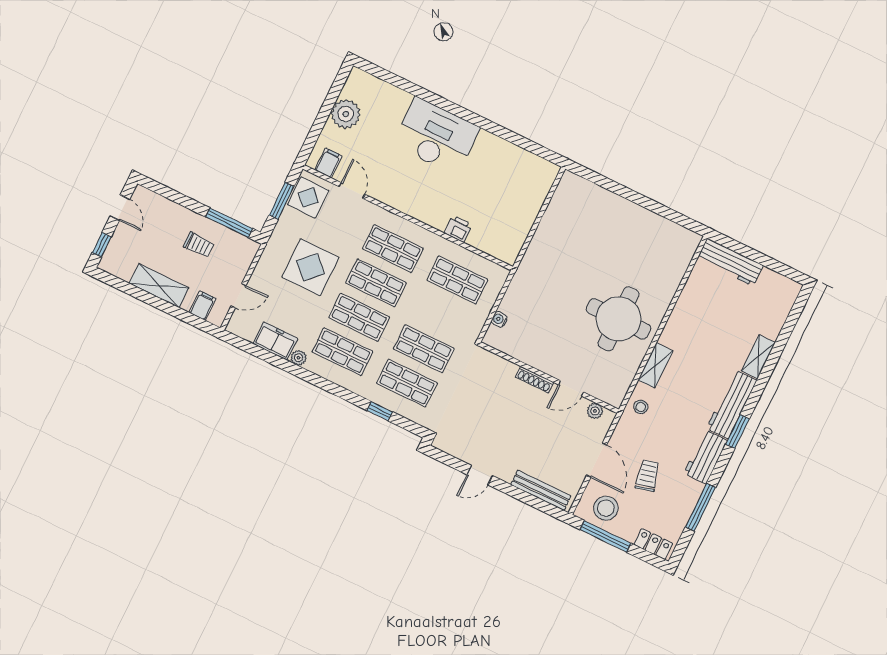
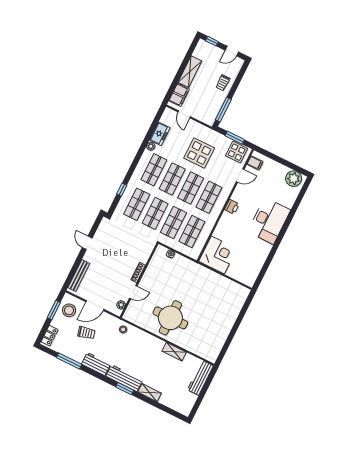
plant: (346, 114) -> (294, 179), moved
printer: (458, 229) -> (232, 207), moved
corner desk: (501, 231) -> (218, 255), added
trolley: (199, 245) -> (223, 83), moved
filing cabinet: (202, 306) -> (179, 95), width x2.00
shop shelf: (440, 314) -> (173, 222), added
shelving: (655, 365) -> (174, 352), moved
door: (571, 388) -> (133, 292), swing flipped
window: (737, 431) -> (125, 389), moved
window: (605, 536) -> (54, 310), width x0.69

